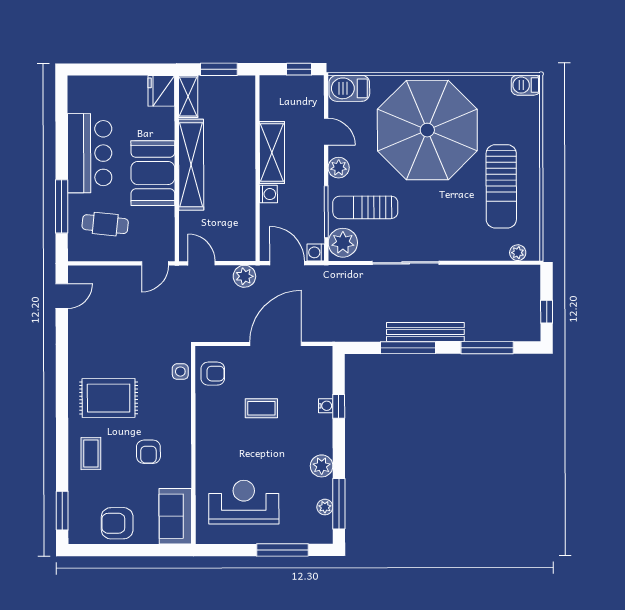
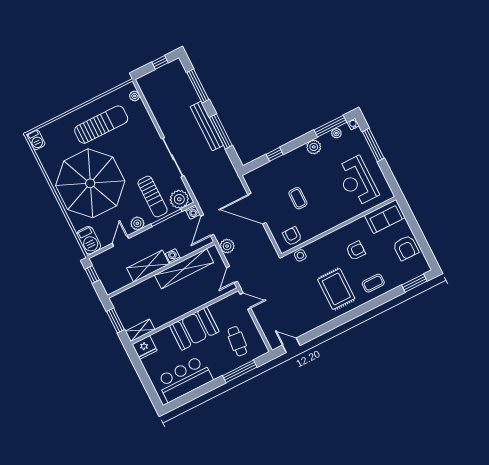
bar counter: (90, 153) -> (185, 379), moved
shelving: (191, 165) -> (184, 269), moved
water cooler: (326, 406) -> (353, 124), moved

